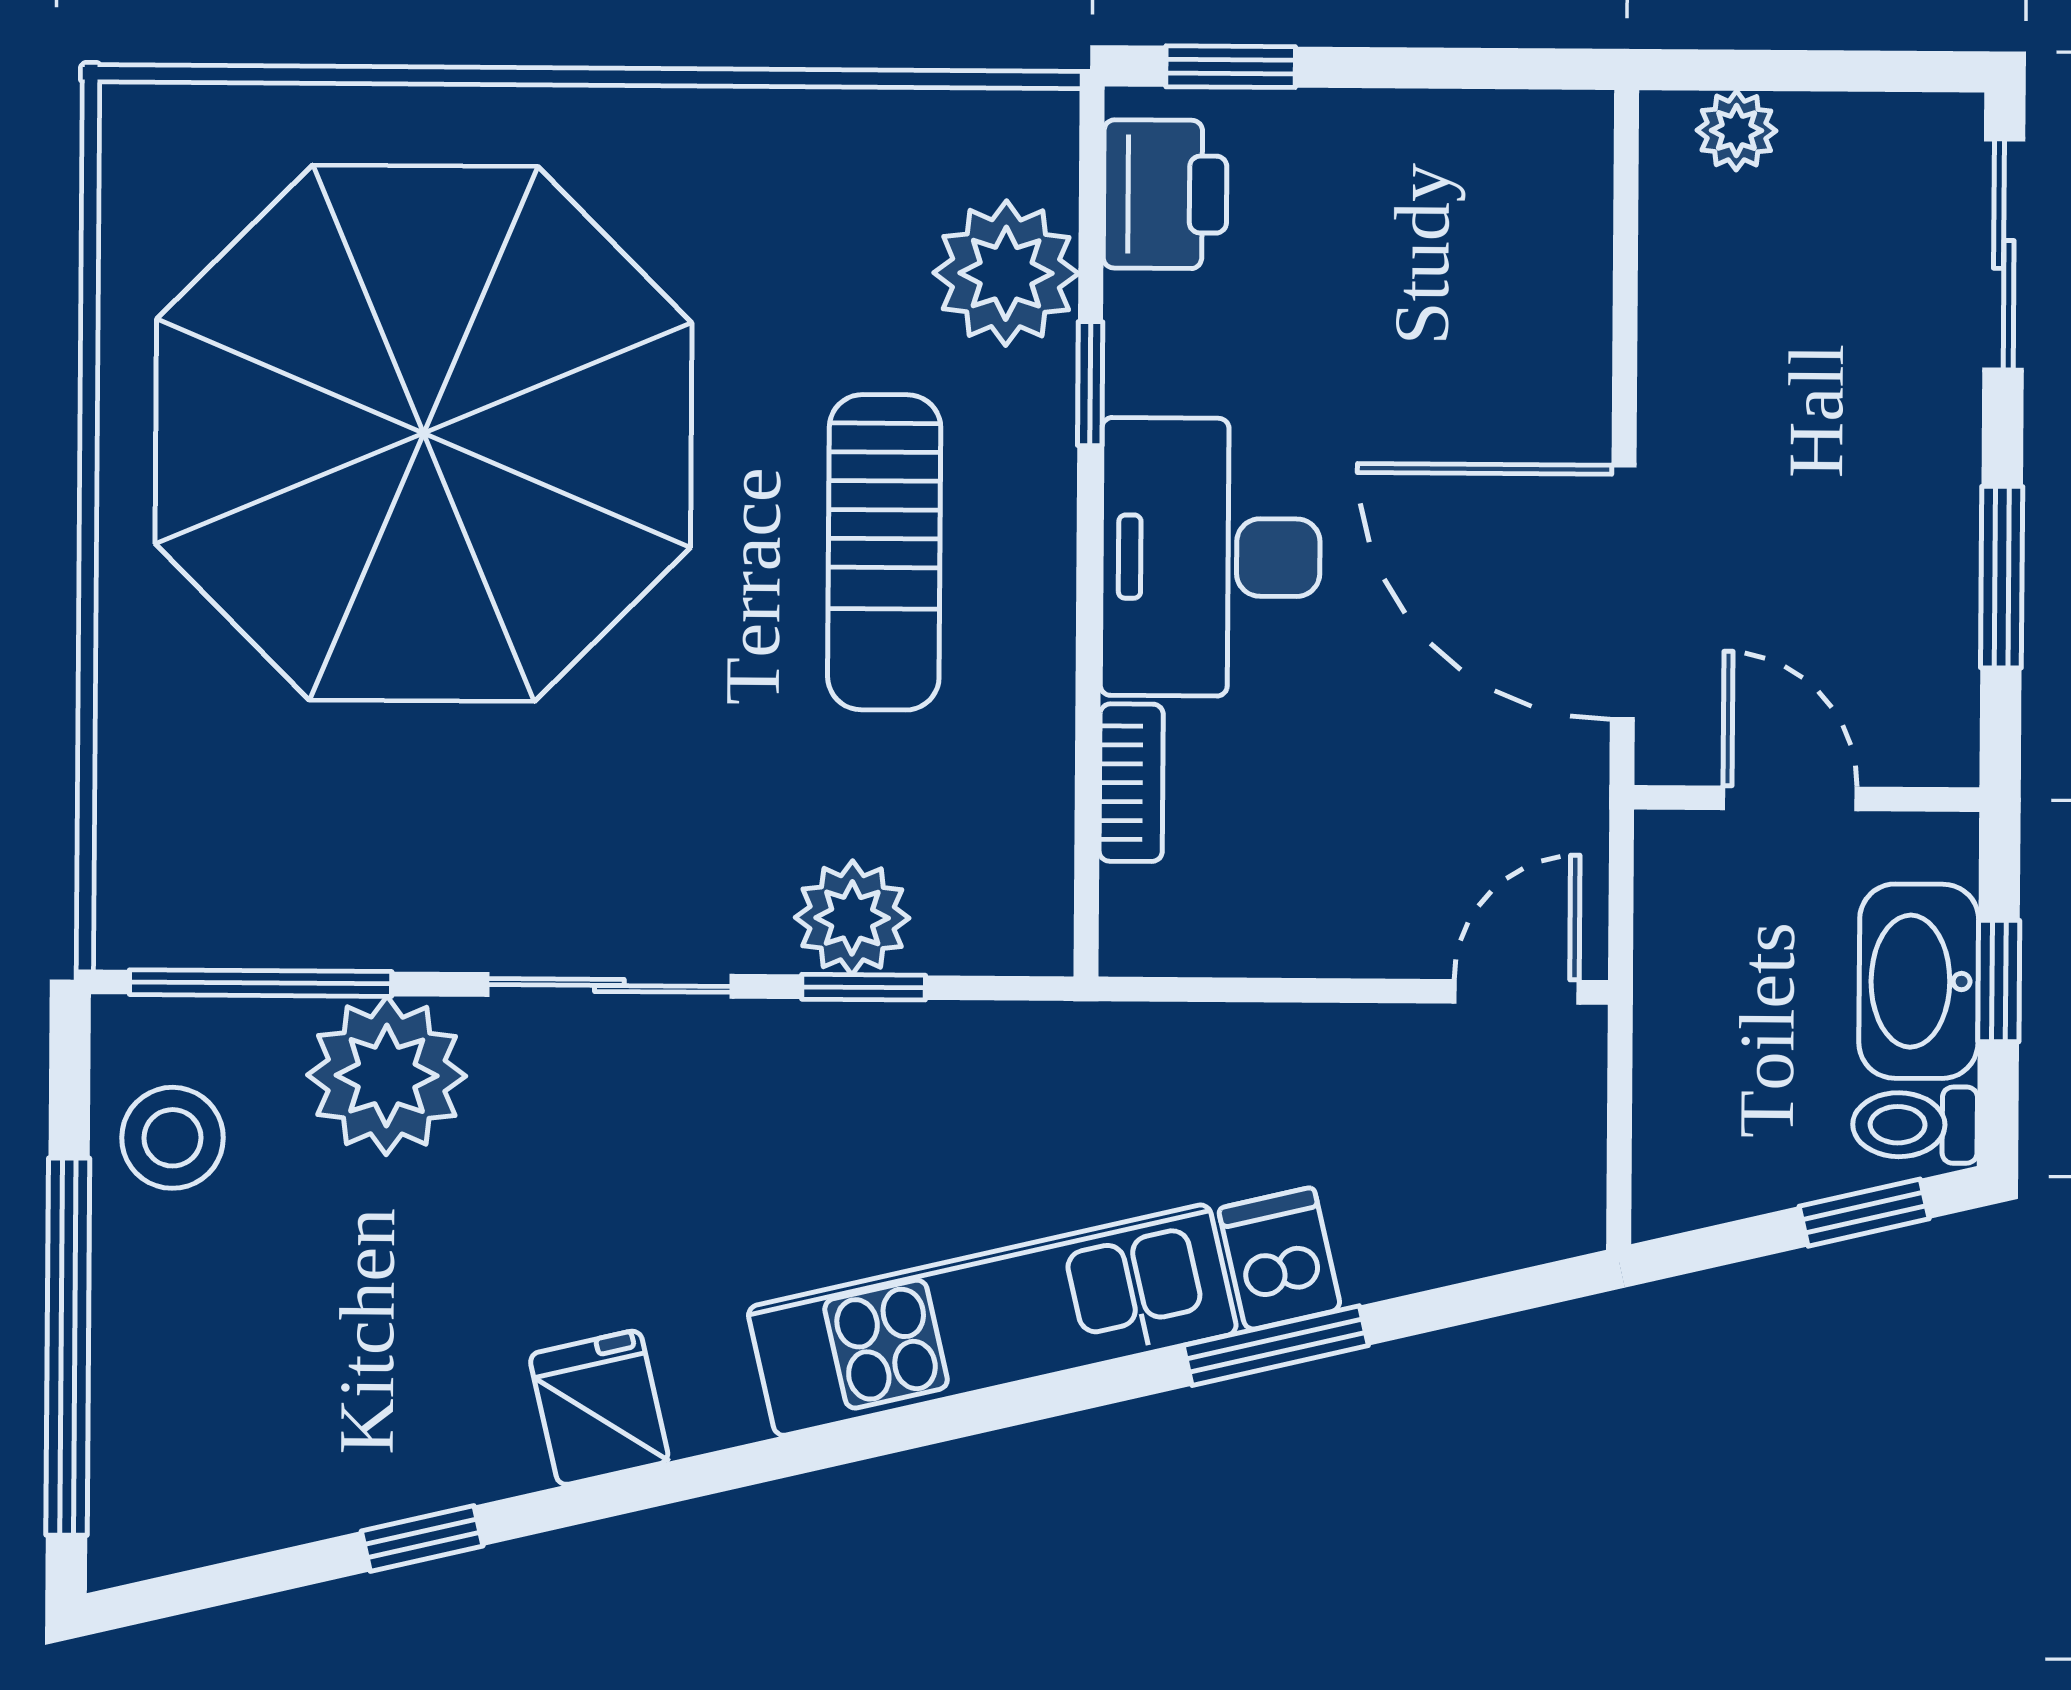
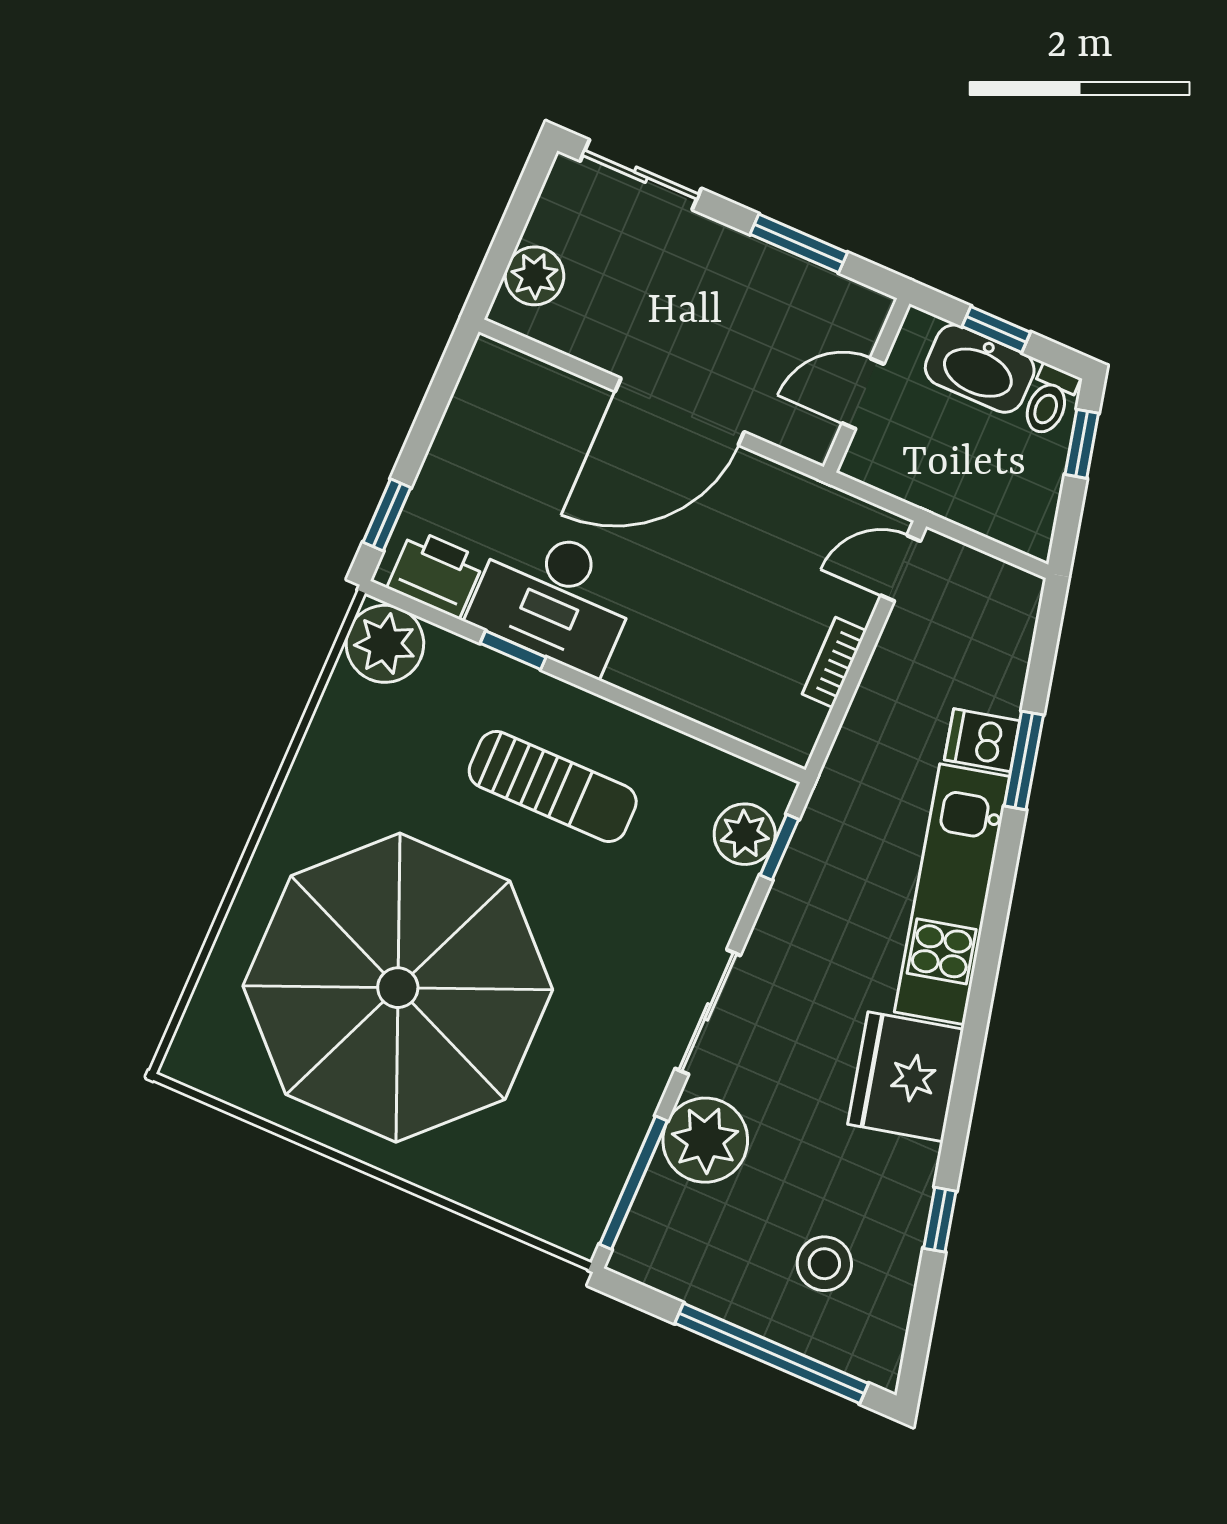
plant: (1736, 131) -> (535, 276), width x1.38, depth x1.38
plant: (1006, 273) -> (385, 644), moved
desk: (1211, 557) -> (554, 597), moved
door: (1623, 592) -> (680, 412), moved
bookcase: (1131, 783) -> (834, 662), moved, turned -90
plant: (852, 918) -> (745, 834), moved
window: (864, 987) -> (779, 847), moved
door: (1517, 992) -> (901, 568), hinge flipped
stool: (173, 1138) -> (824, 1264), moved
fridge: (599, 1408) -> (906, 1077), width x1.88, depth x1.34

